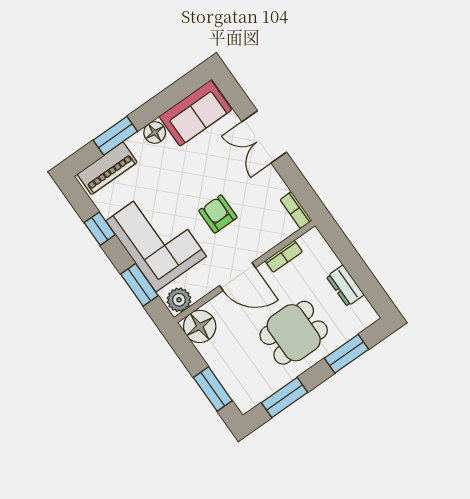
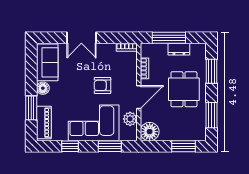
window: (351, 260) -> (169, 38), added
plant: (179, 300) -> (130, 119), moved

